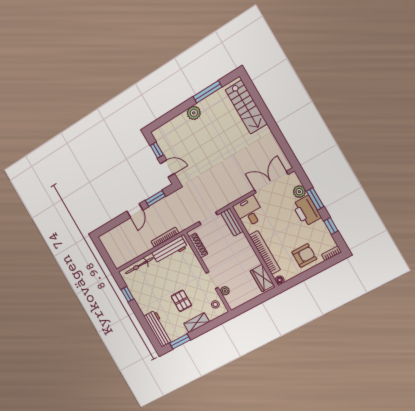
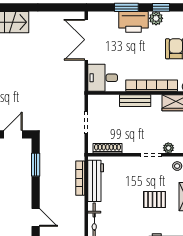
plant: (299, 192) -> (156, 18), moved
door: (135, 211) -> (36, 217), moved
bench: (232, 222) -> (135, 101), moved

